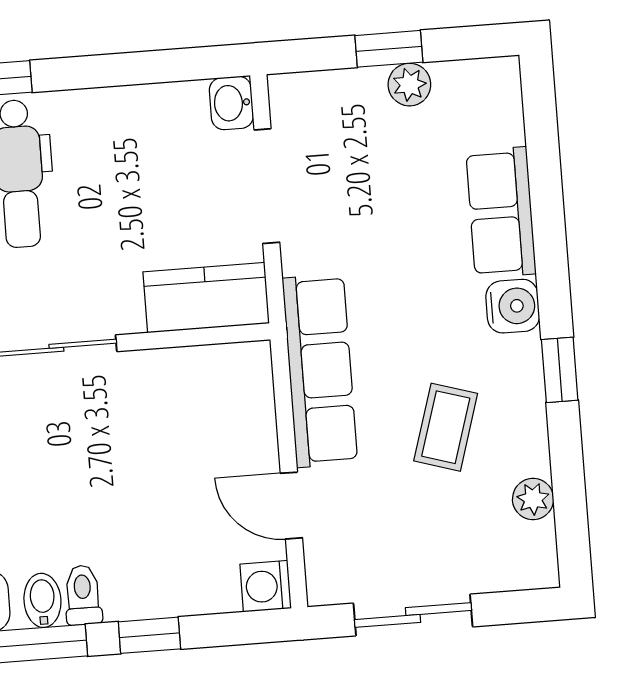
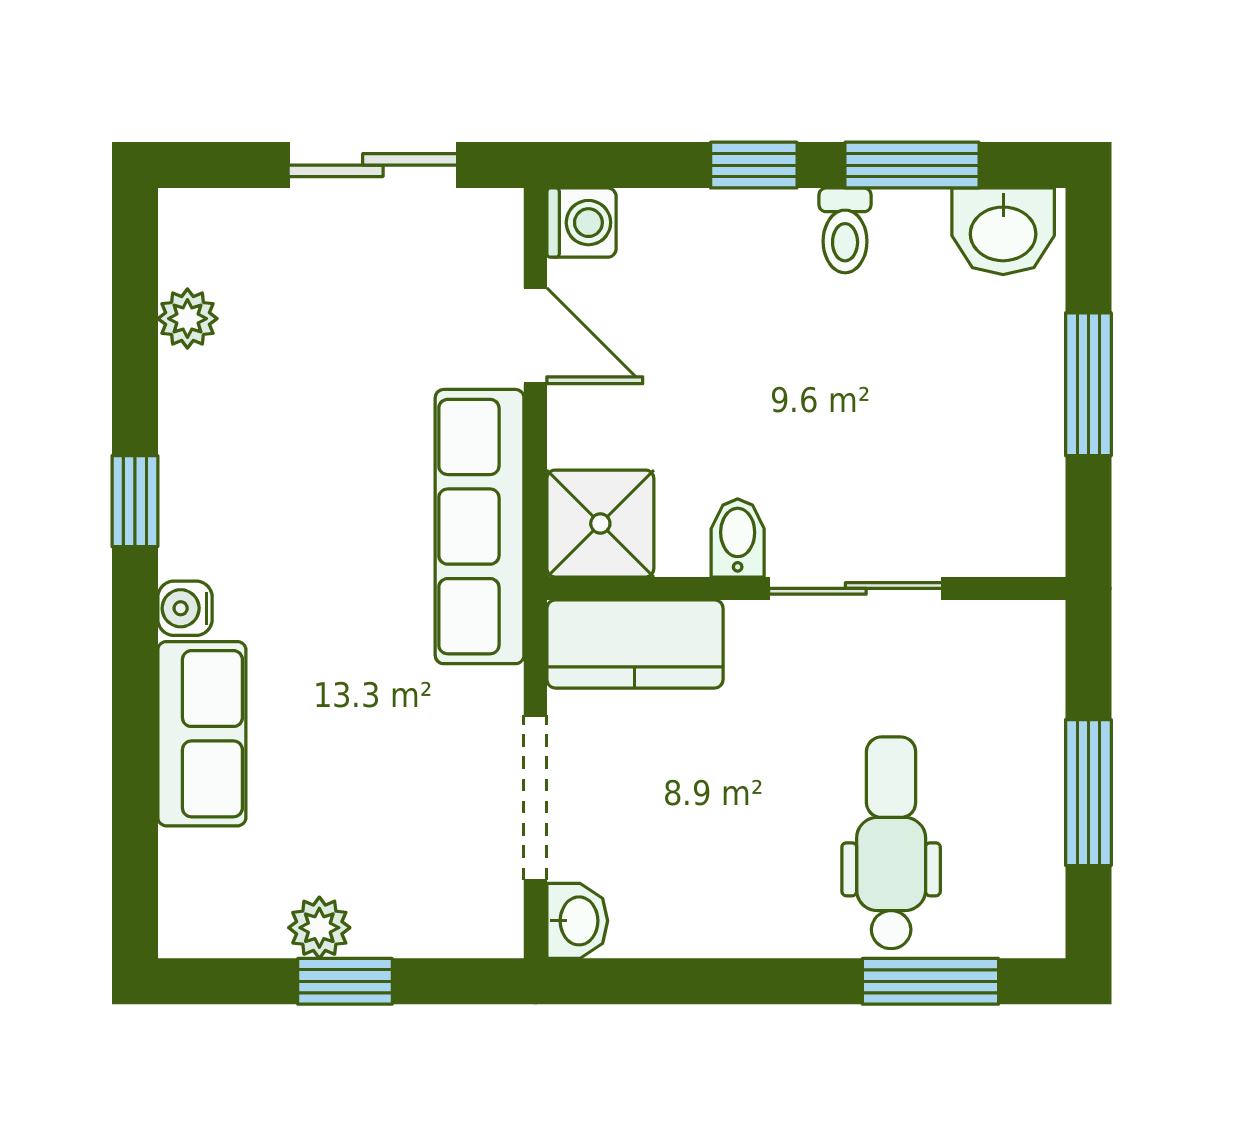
water cooler: (513, 306) -> (185, 608), width x0.72, depth x0.72
shower: (237, 379) -> (600, 524), added
coffee table: (446, 427) -> (305, 431), removed
bidet: (42, 600) -> (738, 538), moved, turned 180

